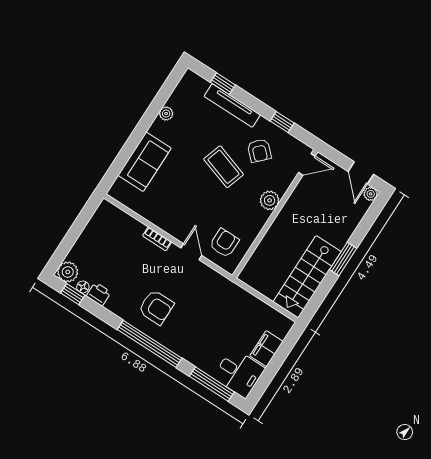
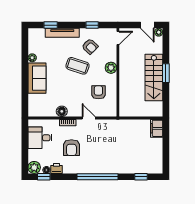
sofa: (145, 162) -> (37, 78), moved
floor lamp: (159, 217) -> (62, 111), added
armchair: (224, 243) -> (98, 92), moved
stairs: (307, 277) -> (154, 77), moved
armchair: (156, 307) -> (71, 148), moved, turned 90
filing cabinet: (266, 349) -> (157, 128), moved
desk: (239, 373) -> (40, 138), moved, turned 180
window: (212, 384) -> (141, 177), width x0.46

